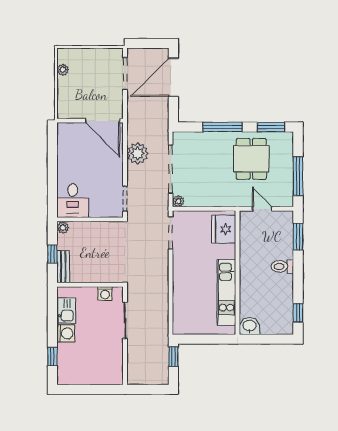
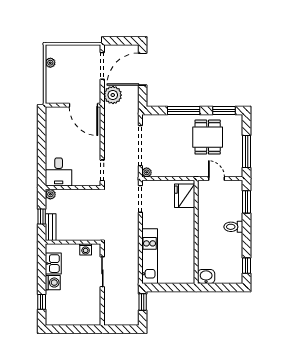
plant: (138, 153) -> (113, 95), moved
kitchen unit: (226, 292) -> (150, 256), moved, turned 180

